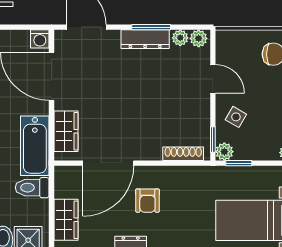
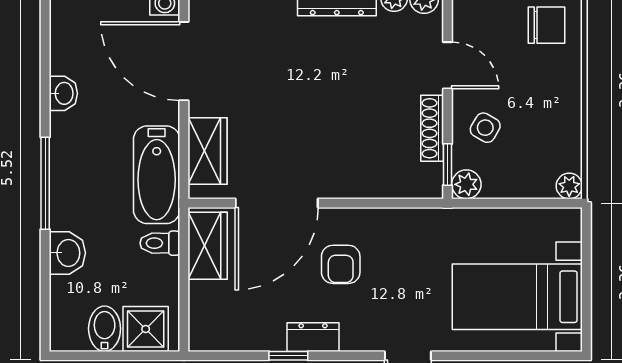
shoe rack: (183, 154) -> (432, 128), moved, turned -90
window: (239, 163) -> (490, 203), removed
toilet: (32, 188) -> (160, 243), width x0.73, depth x0.72
wardrobe: (66, 220) -> (208, 246), moved

